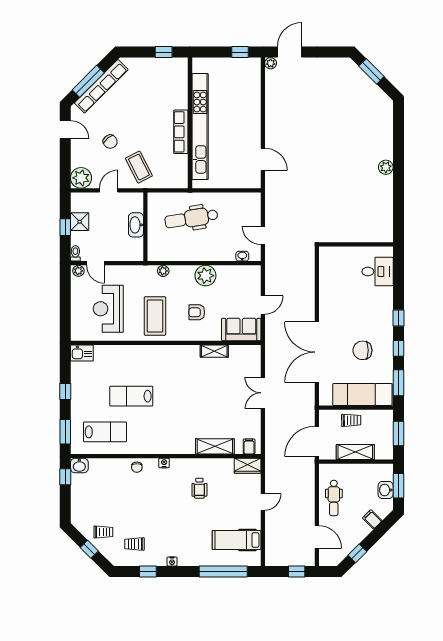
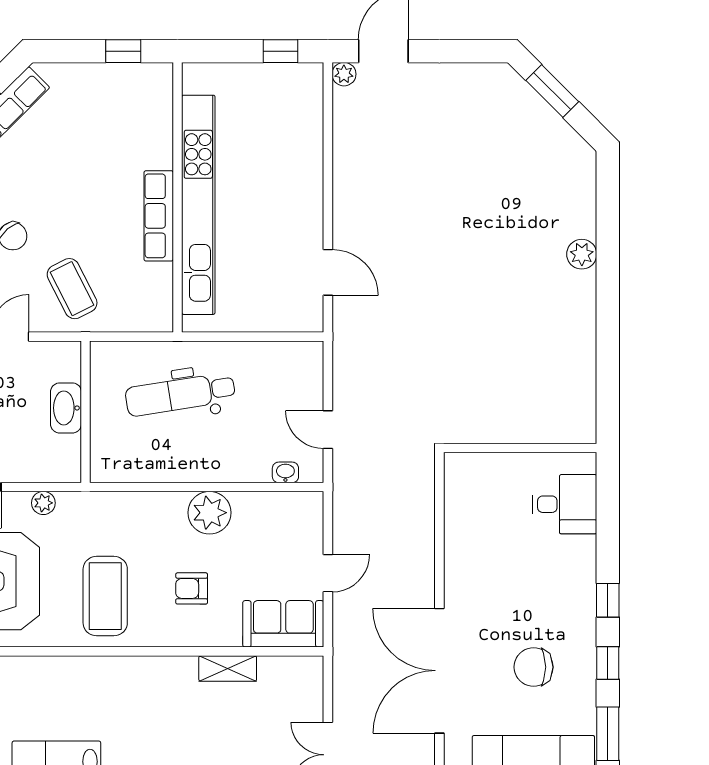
plant: (386, 167) -> (582, 254), moved
plant: (163, 271) -> (43, 503), moved

